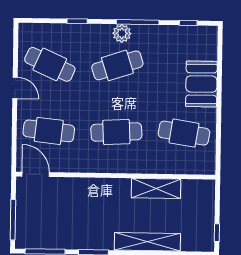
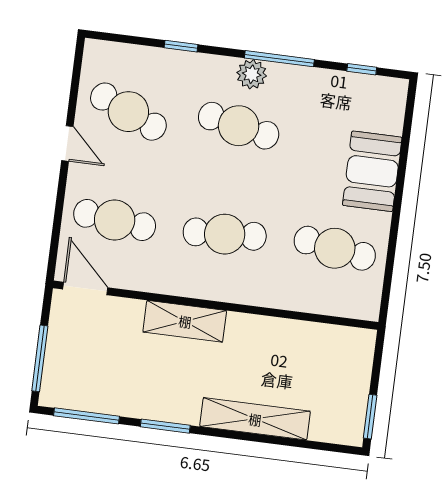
cafe table: (117, 65) -> (239, 126), turned 30
shelving: (156, 188) -> (185, 321), moved
window: (217, 233) -> (370, 417), width x1.50

